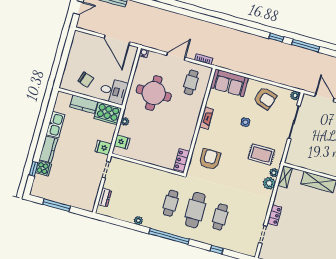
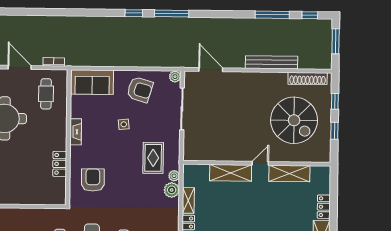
door: (176, 56) -> (20, 67), hinge flipped
rug: (261, 154) -> (153, 158), turned 90
locker: (182, 160) -> (60, 164), moved
shelving: (285, 177) -> (188, 200), moved

